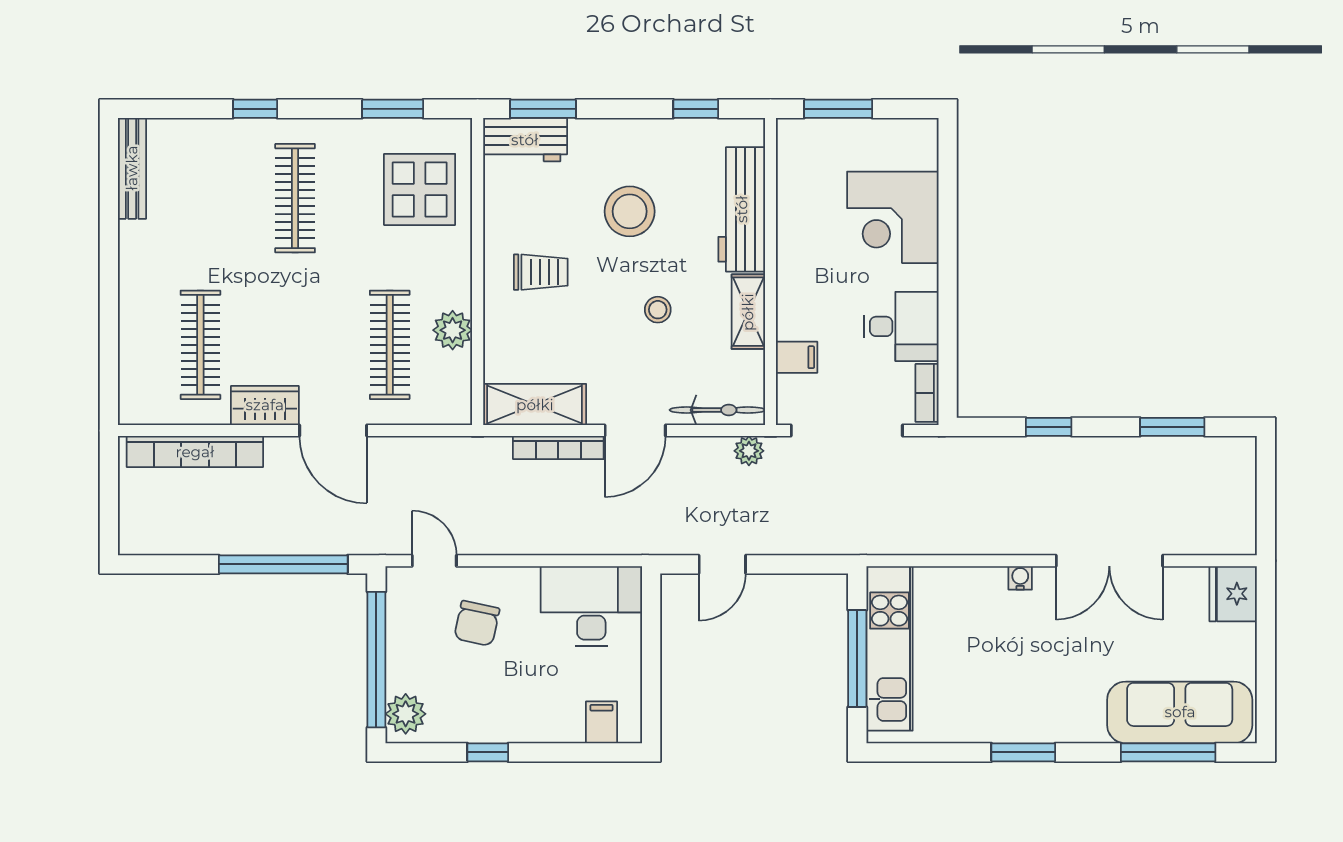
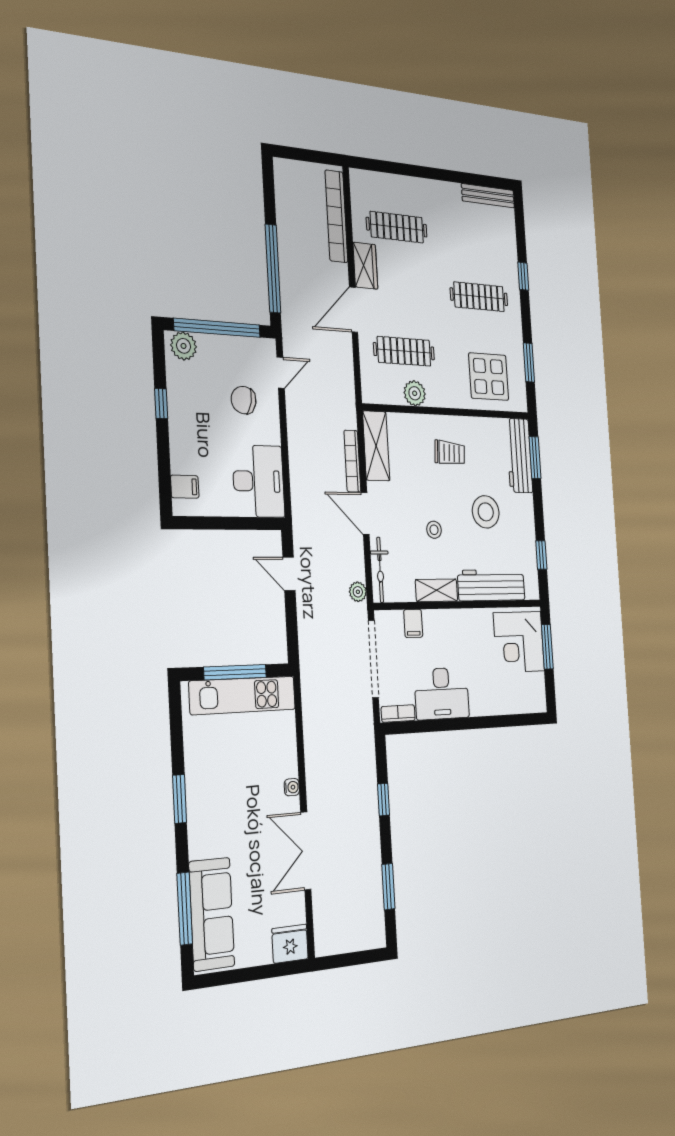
workbench: (525, 140) -> (519, 456), width x1.37
corner desk: (893, 217) -> (519, 642), moved, turned -90
trolley: (541, 272) -> (450, 453), turned -86
desk: (901, 326) -> (442, 693), width x1.37

